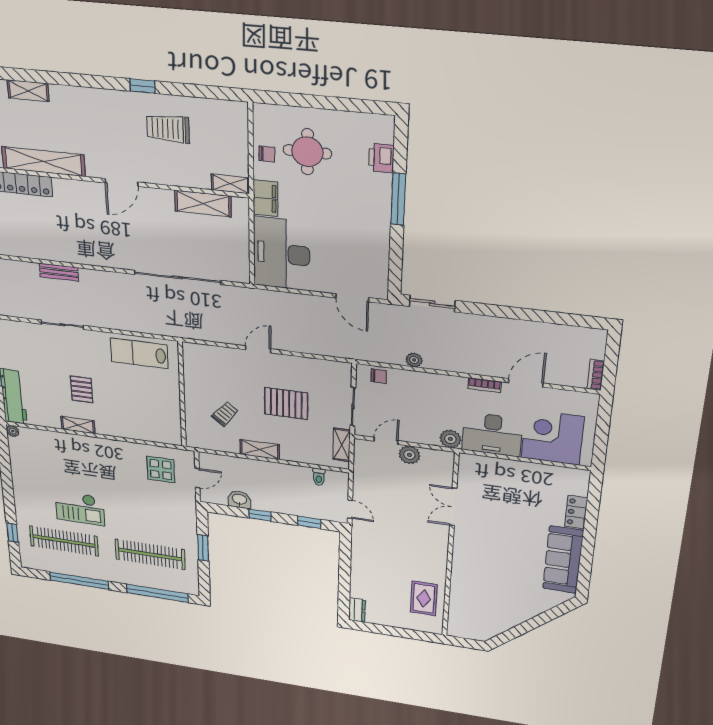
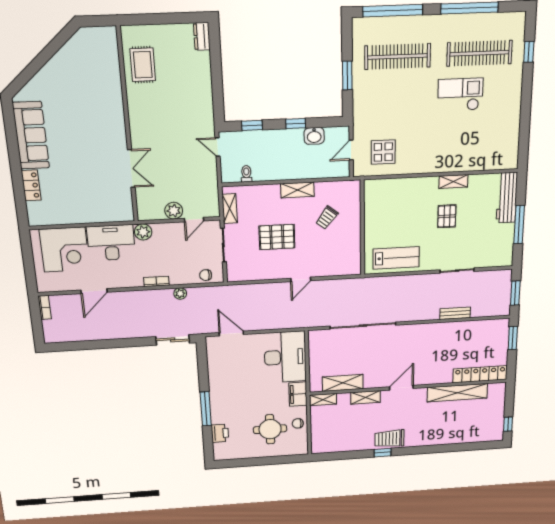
shelving: (28, 91) -> (366, 397), moved
trolley: (168, 129) -> (389, 439), moved, turned 180
bookcase: (485, 385) -> (156, 281), moved
plant: (13, 431) -> (512, 164), removed

